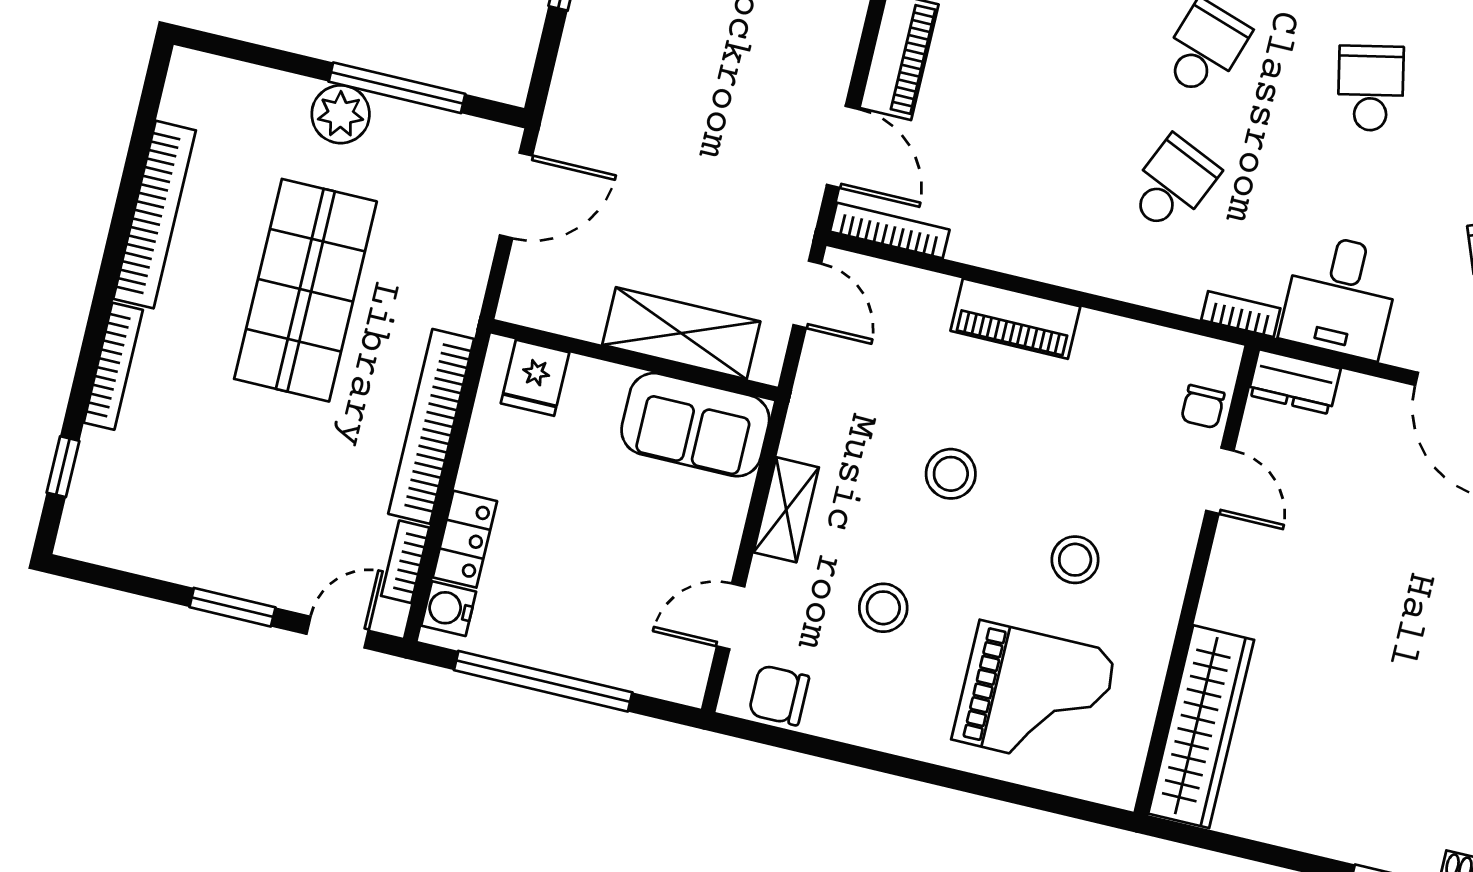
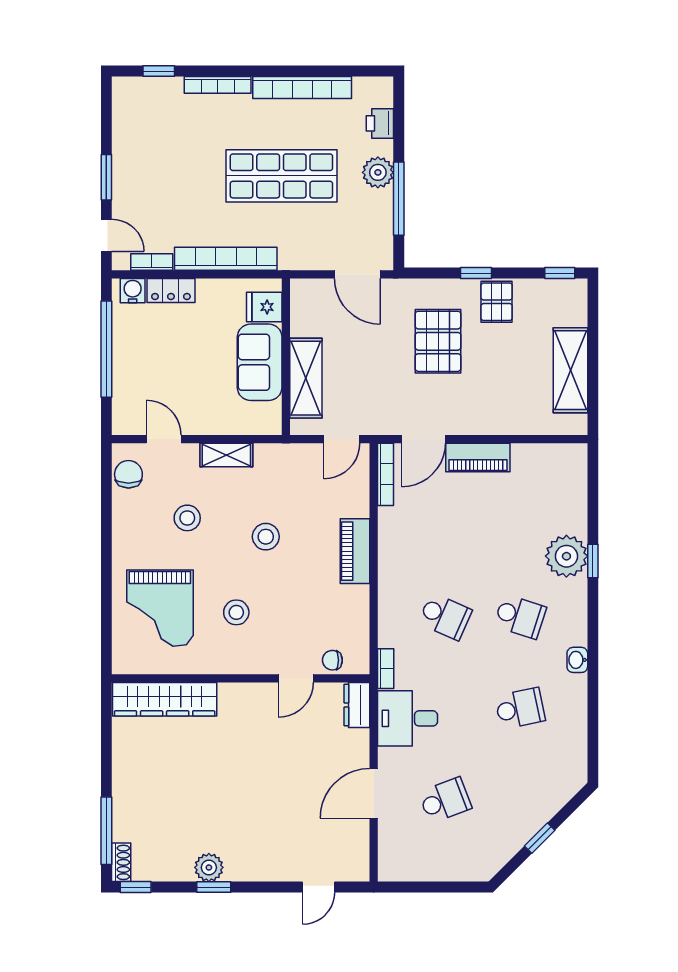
pallet: (672, 78) -> (438, 341), added
printer: (253, 90) -> (380, 123), added
sofa: (695, 425) -> (260, 362), moved

